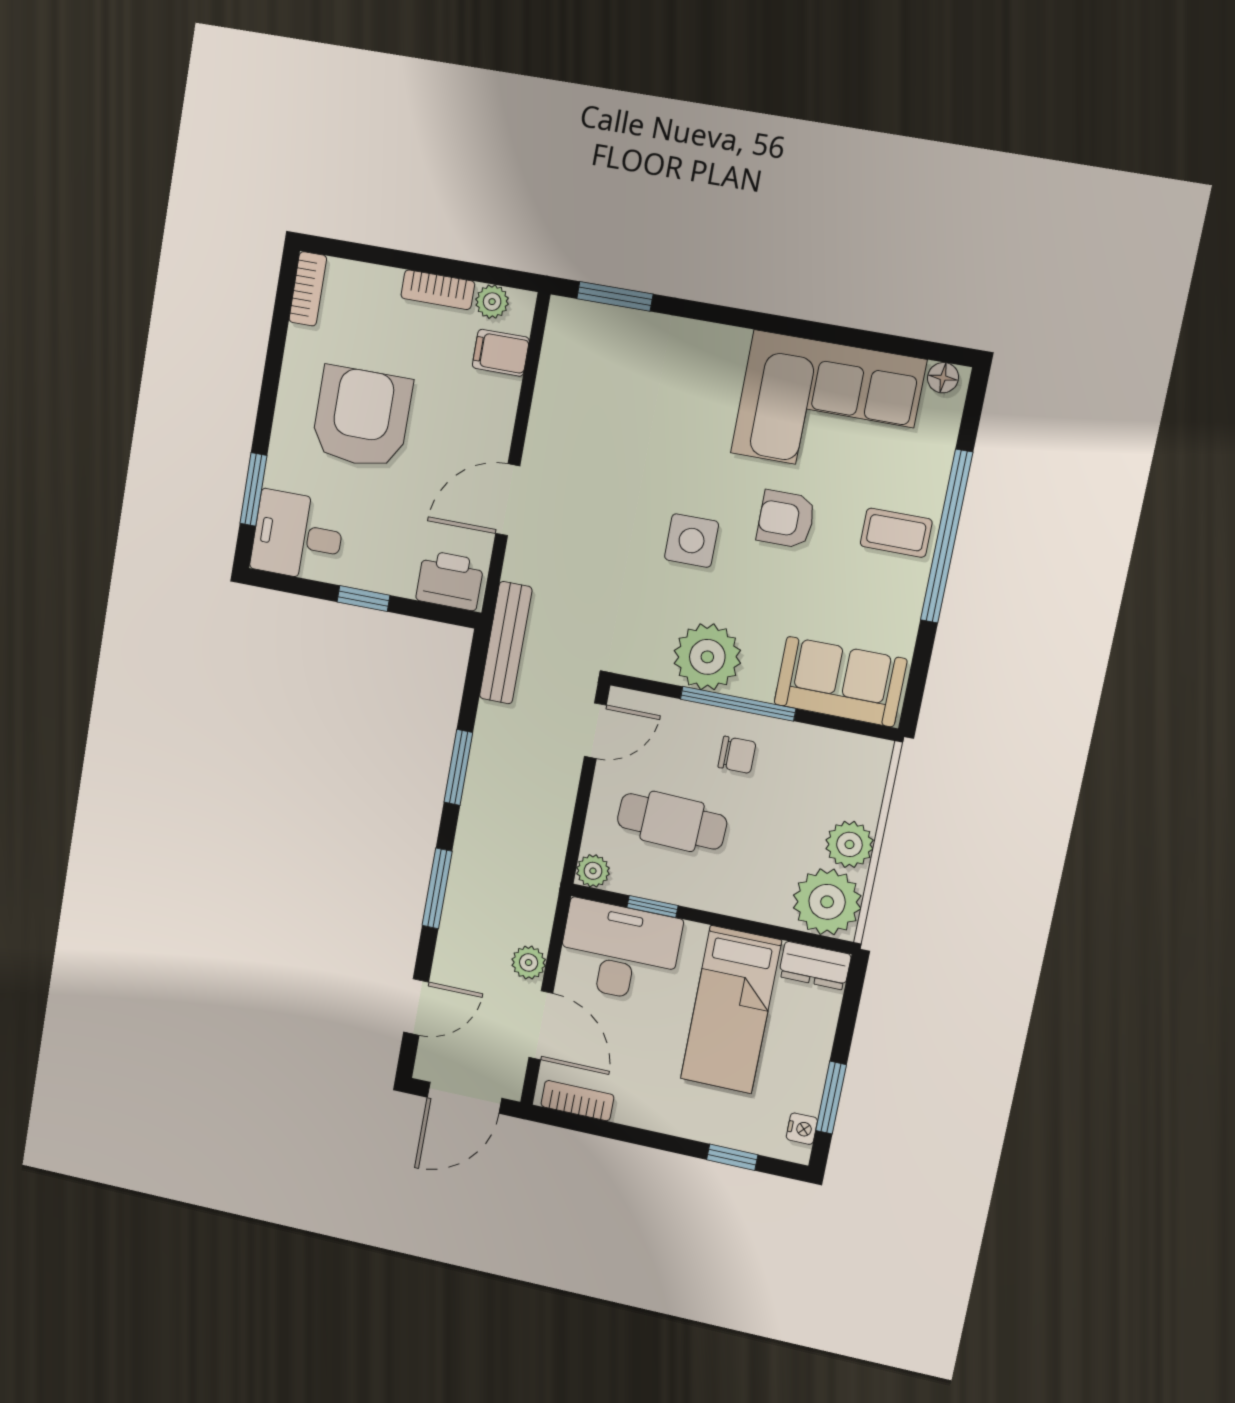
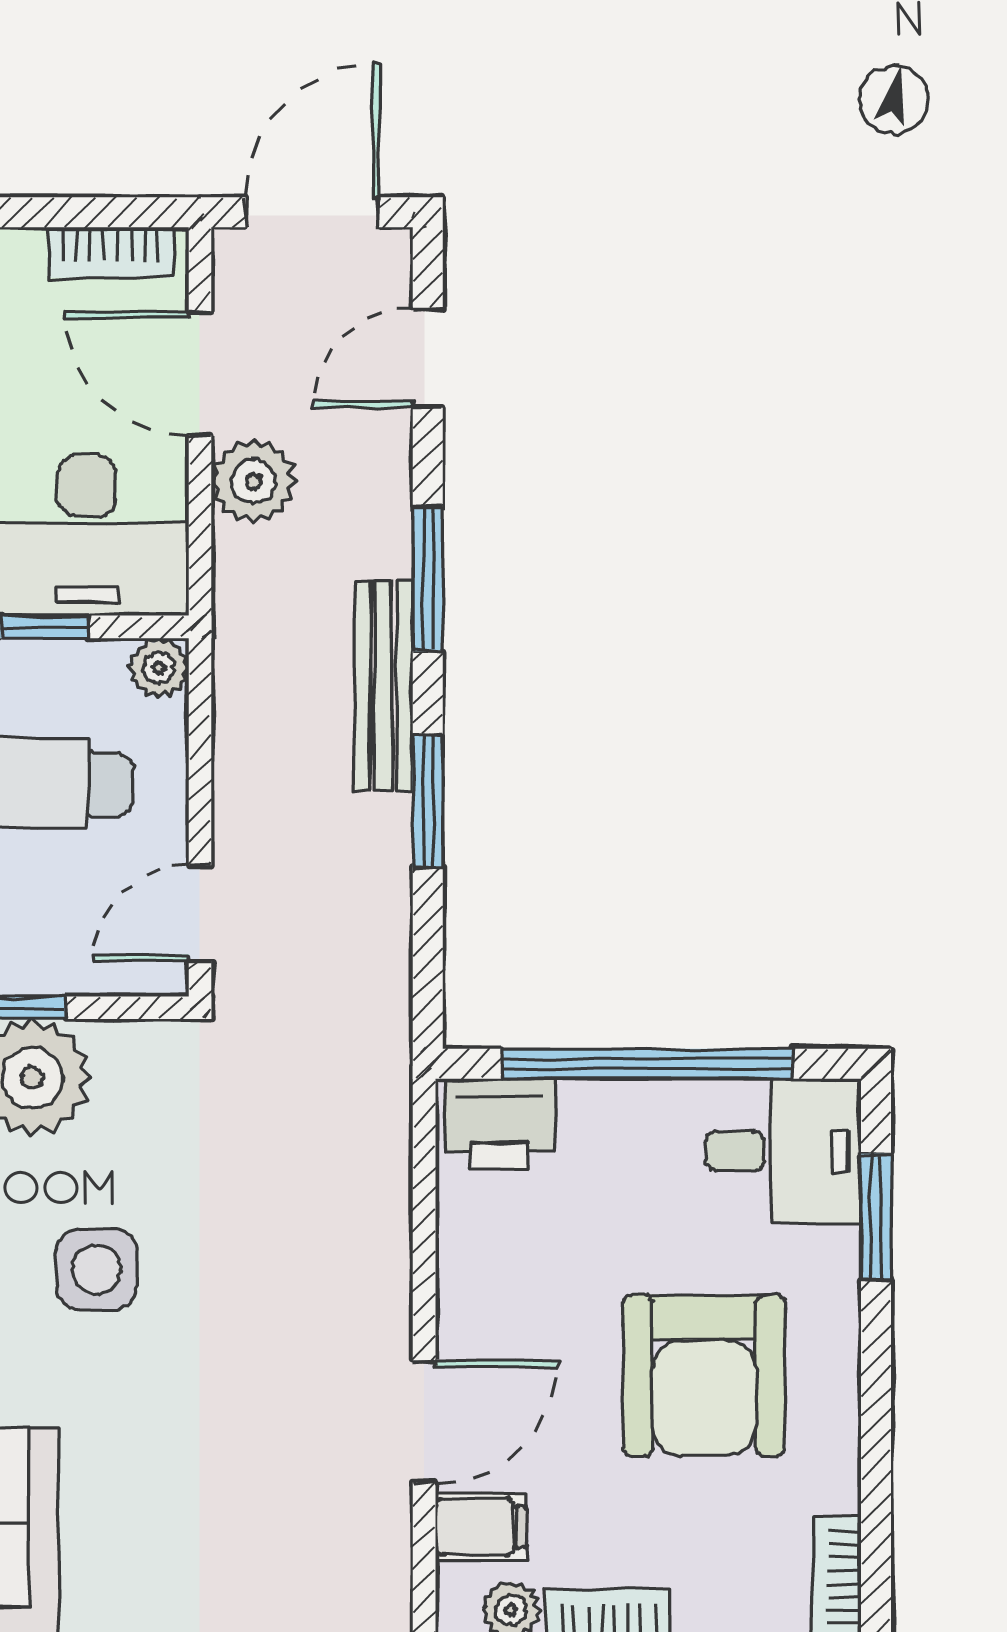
door: (508, 500) -> (424, 1421), moved
window: (363, 599) -> (647, 1064), width x3.17
bench: (506, 643) -> (383, 685), moved
plant: (529, 963) -> (254, 481), width x1.38, depth x1.38

